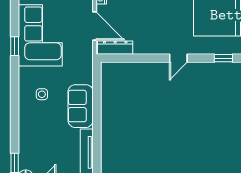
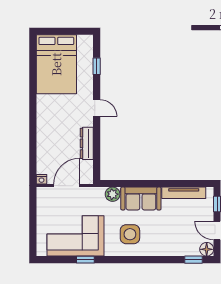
dresser: (115, 48) -> (87, 143), moved
plant: (85, 75) -> (113, 194), added
side table: (42, 94) -> (130, 234), width x1.87, depth x1.87

